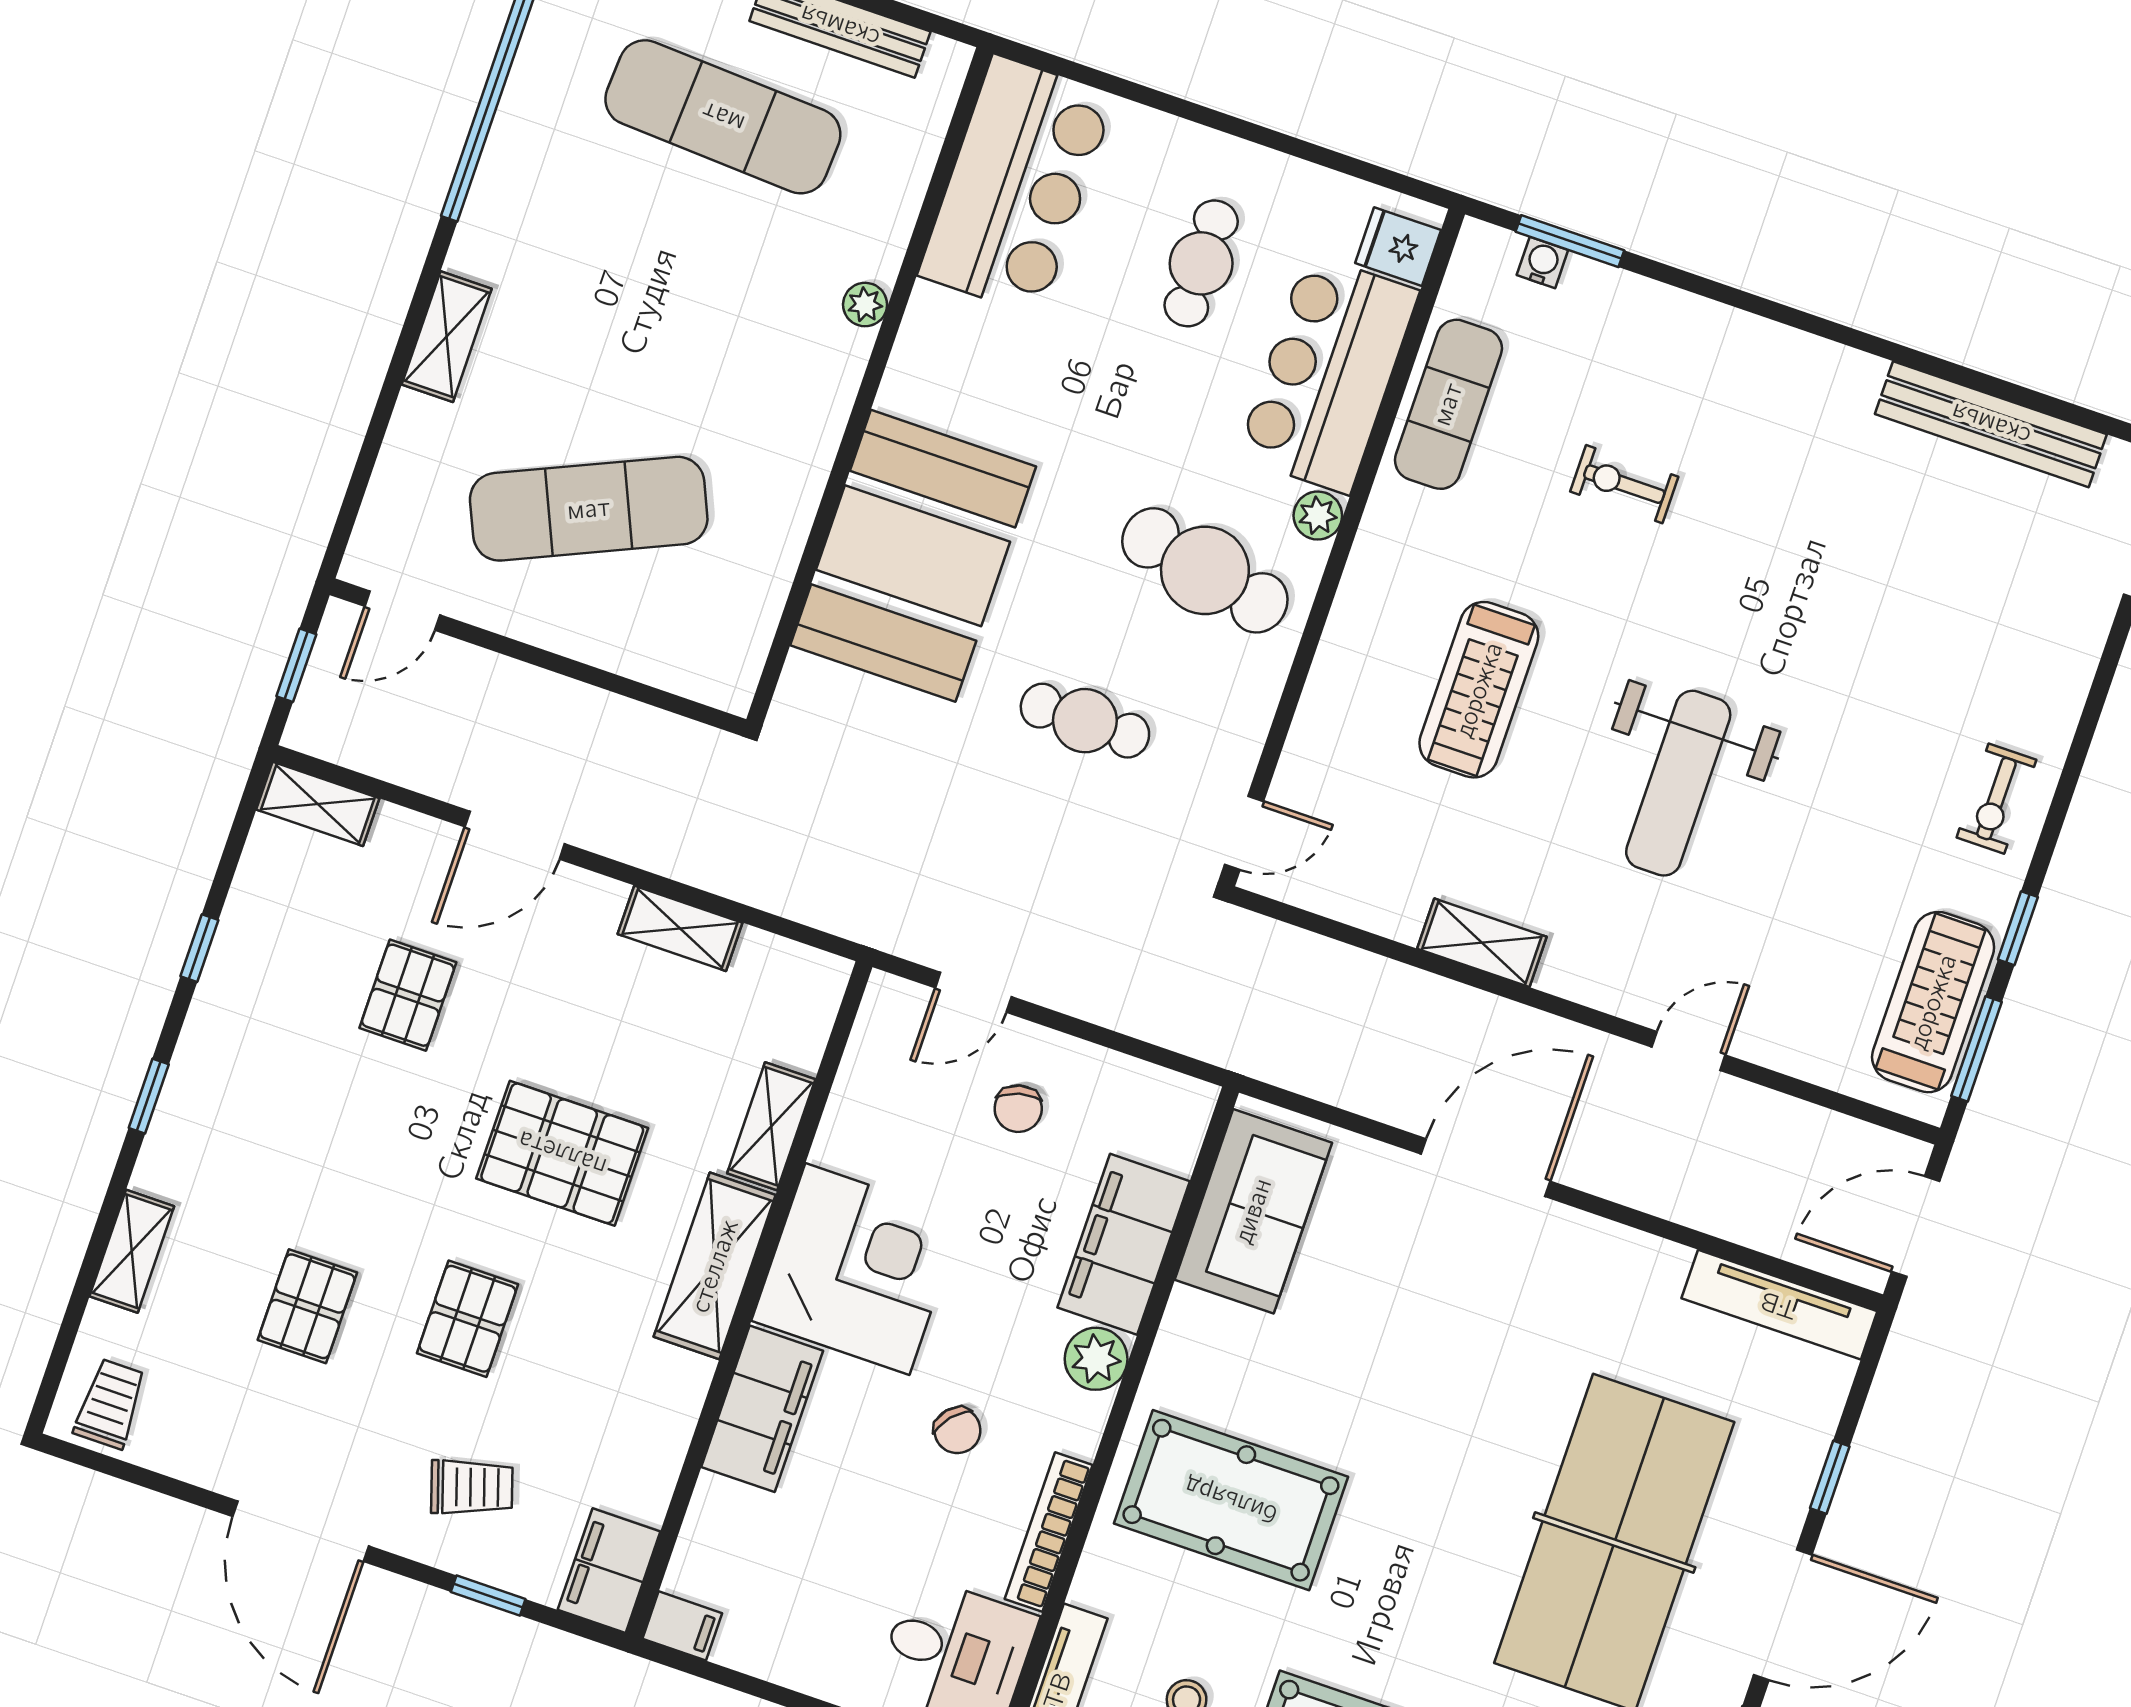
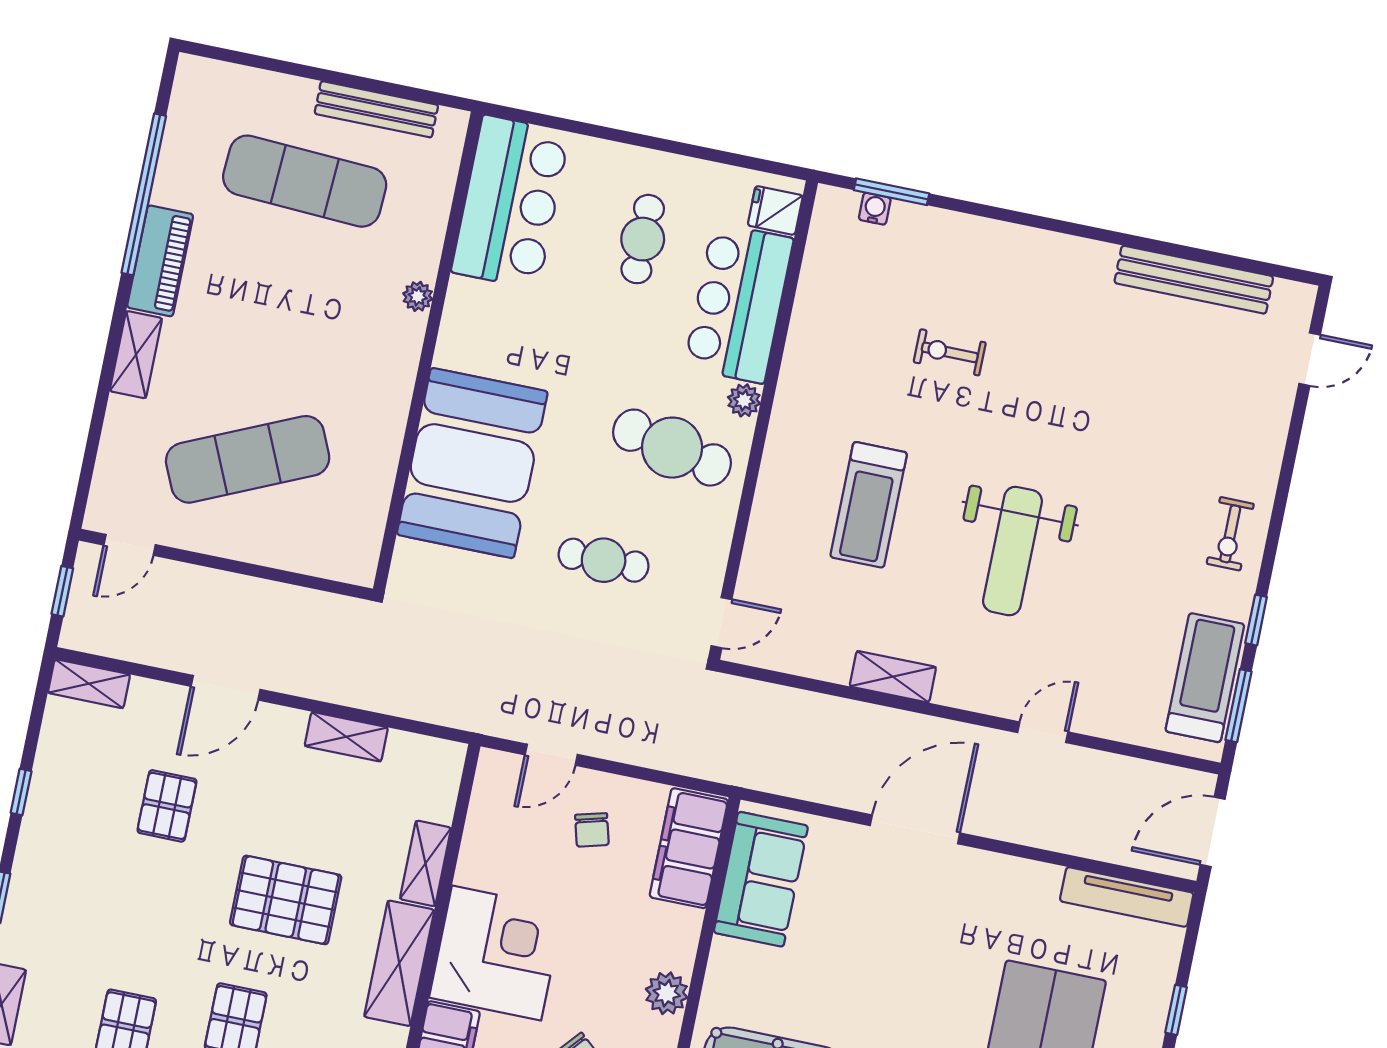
piano: (499, 205) -> (160, 261), added
exercise mat: (1448, 404) -> (823, 313), removed
filing cabinet: (1124, 1244) -> (689, 848), moved

